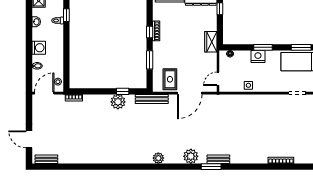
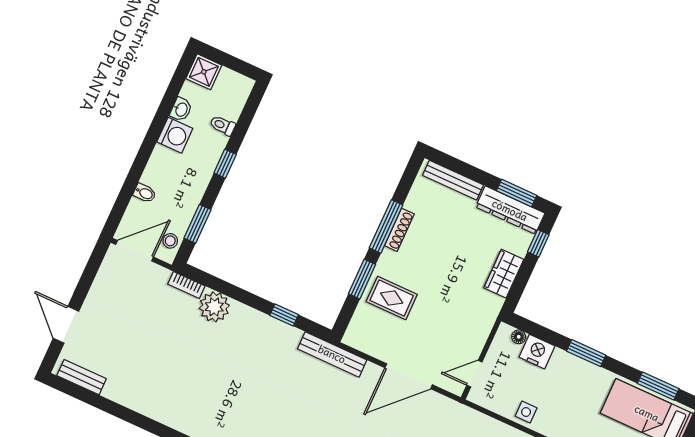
window: (66, 15) -> (225, 164), moved
window: (150, 32) -> (386, 226), width x2.17
wardrobe: (211, 42) -> (504, 274), moved
washing machine: (39, 48) -> (175, 135), moved
nightstand: (258, 57) -> (537, 352), moved
window: (66, 69) -> (197, 224), added
rug: (170, 79) -> (392, 298), moved, turned 90
plant: (118, 102) -> (214, 307), moved

